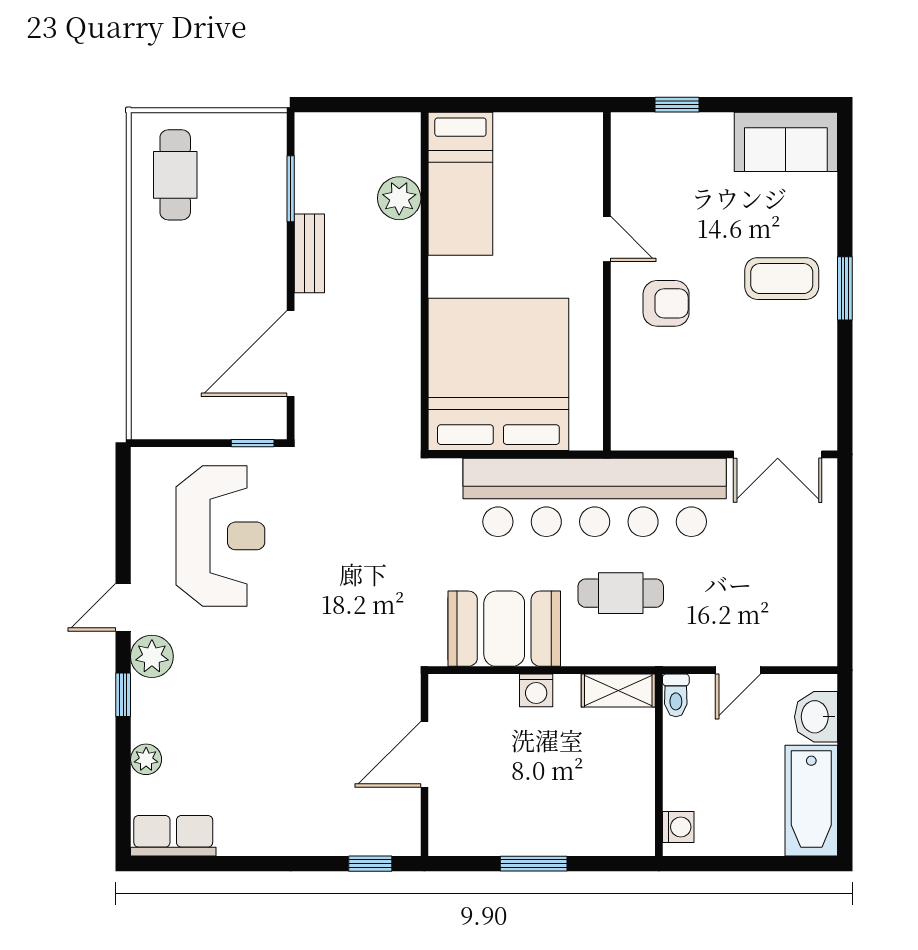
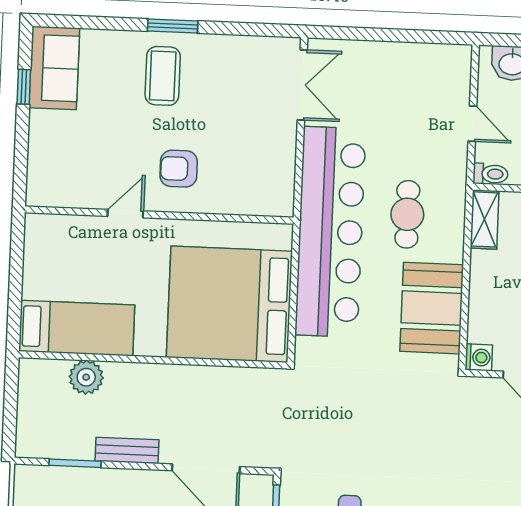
window: (677, 105) -> (24, 87), moved
armchair: (666, 303) -> (179, 169), turned -90
washing machine: (536, 690) -> (479, 357), moved

